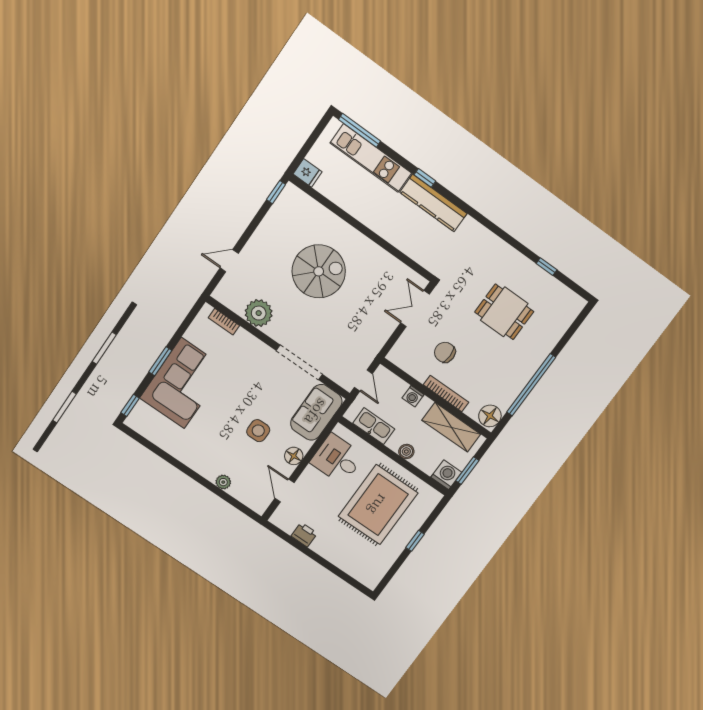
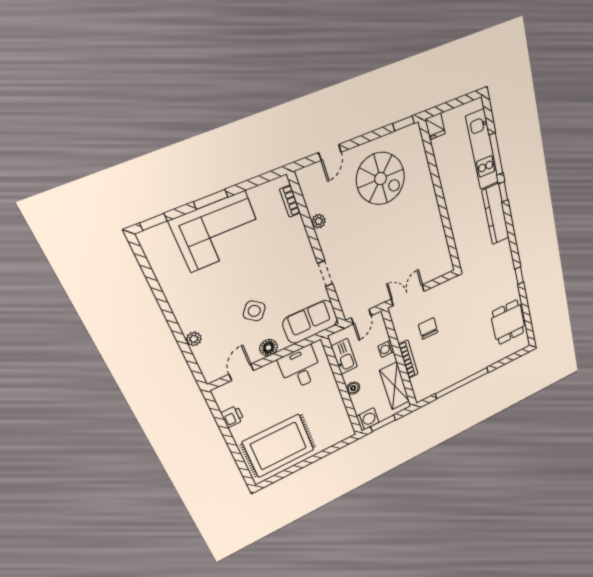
window: (360, 130) -> (496, 154), moved
door: (229, 261) -> (330, 152), swing flipped
window: (547, 267) -> (519, 276), moved
spiral stairs: (319, 271) -> (381, 179), moved
double door: (415, 309) -> (408, 295), moved
dining table: (504, 312) -> (508, 322), moved
plant: (259, 313) -> (319, 221), width x0.53, depth x0.53
doorway: (299, 362) -> (325, 274), width x0.53
floor lamp: (490, 416) -> (424, 391), removed
side table: (258, 431) -> (254, 311), turned 38
rug: (378, 505) -> (278, 446), moved
window: (415, 541) -> (313, 459), removed

